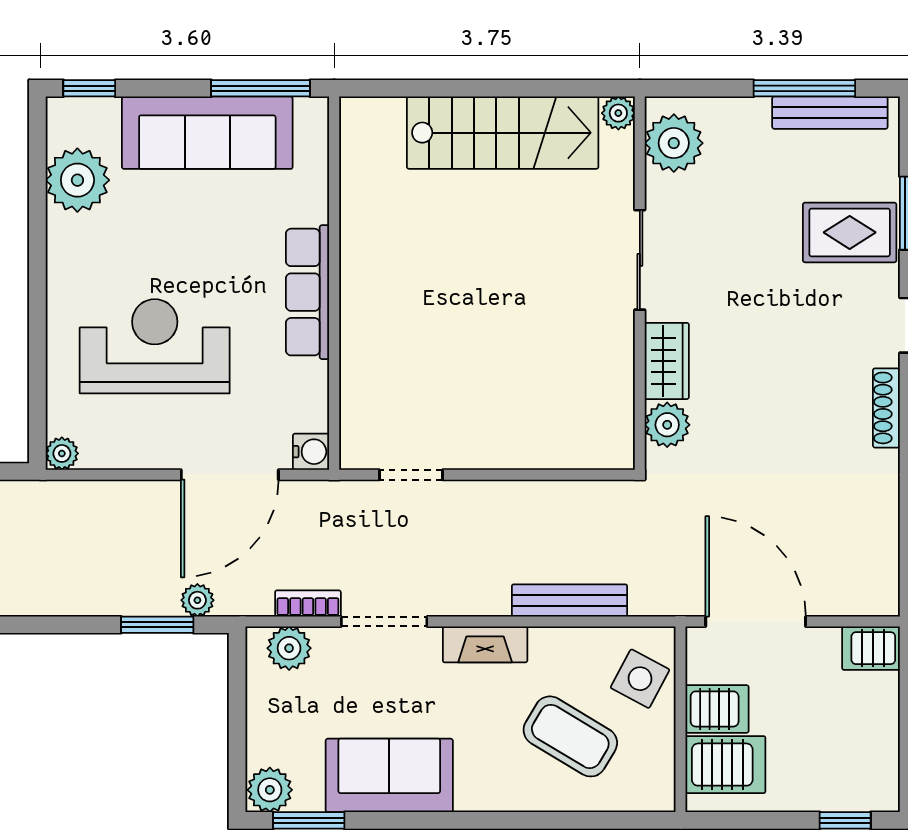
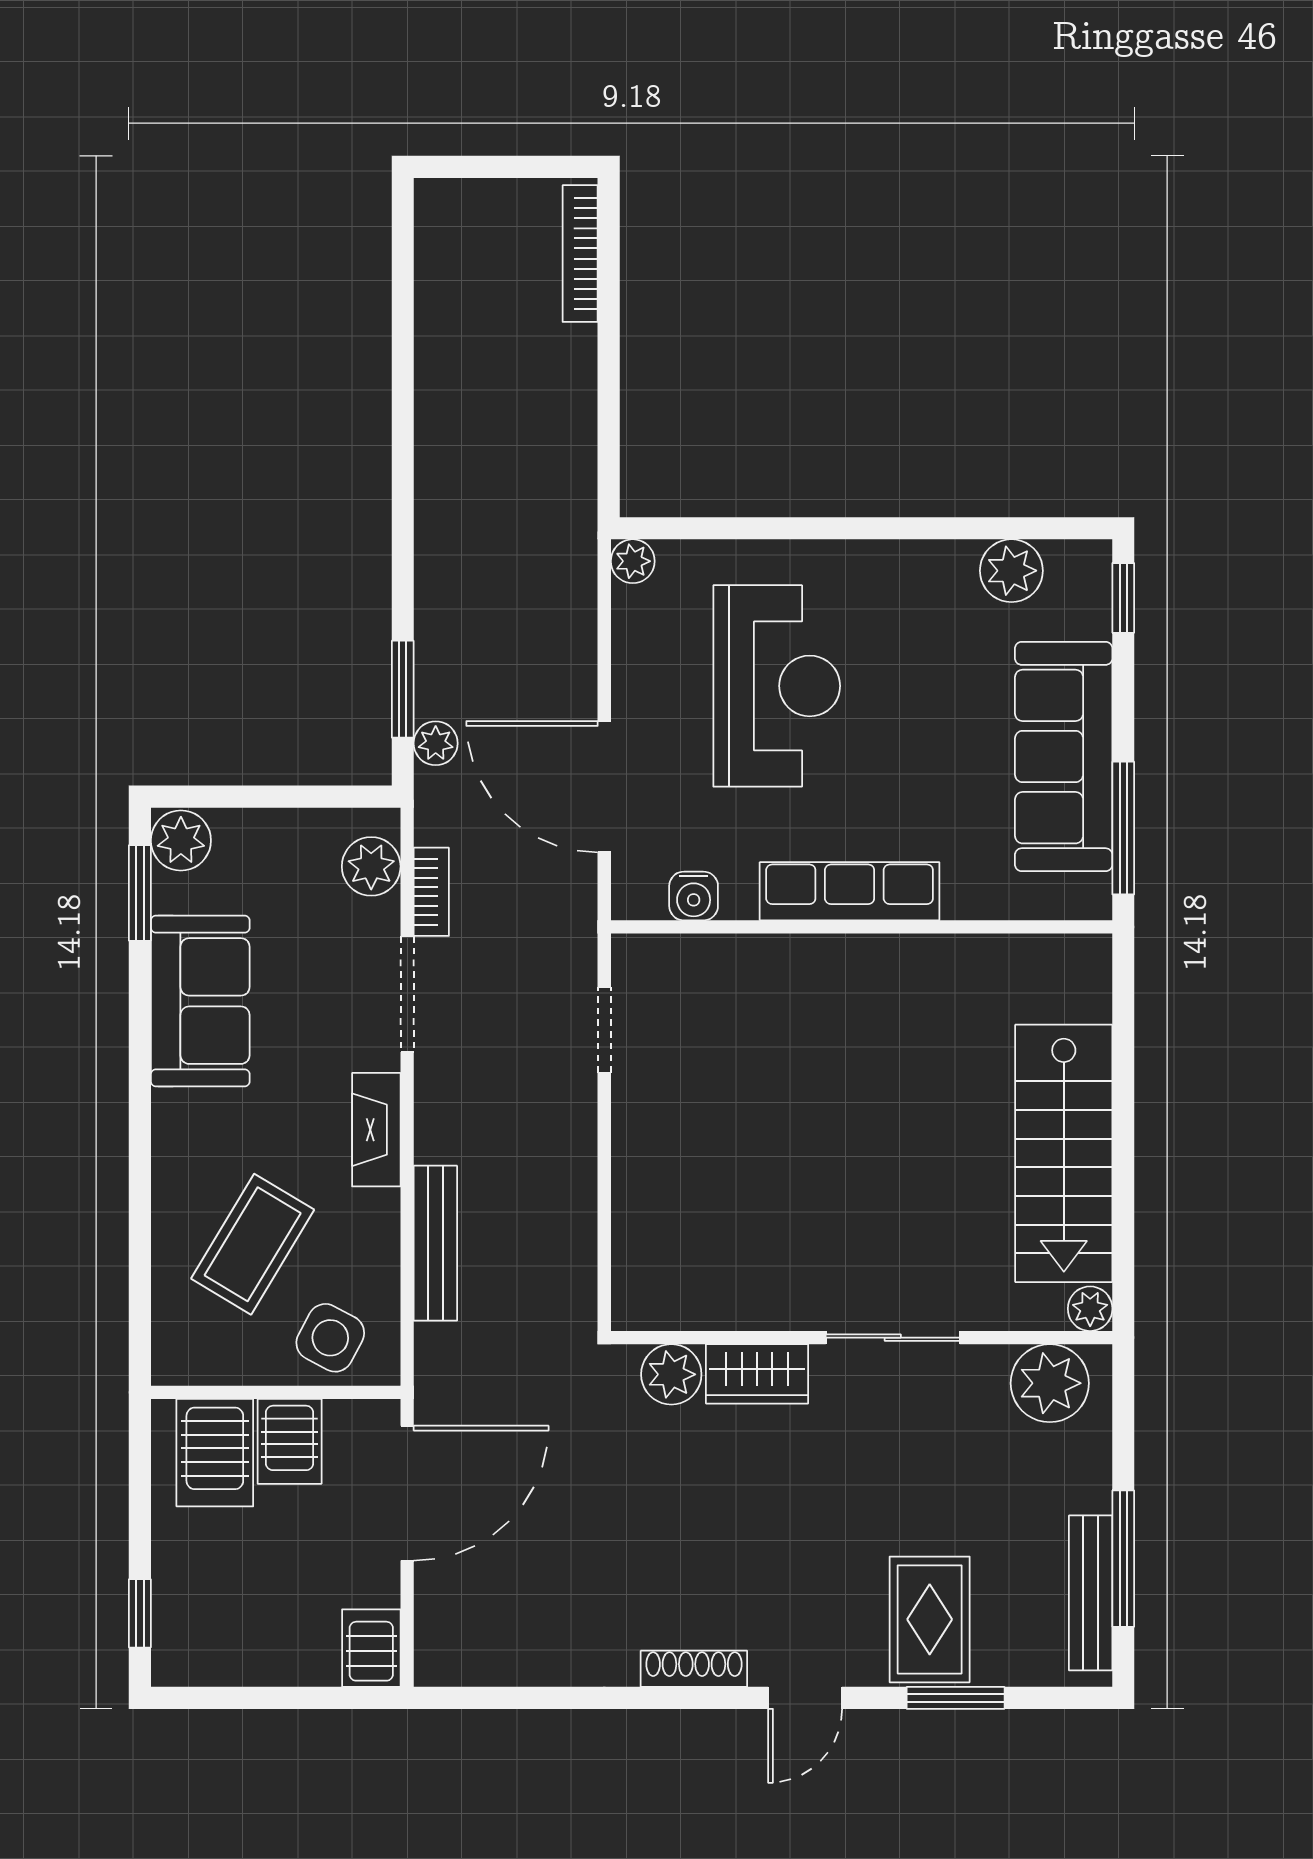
plant: (77, 180) -> (1011, 571), width x0.73, depth x0.73
water cooler: (311, 452) -> (694, 896), moved

